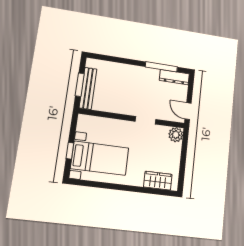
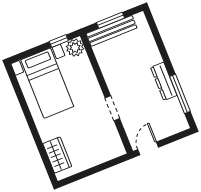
dresser: (174, 77) -> (164, 81), moved
plant: (176, 135) -> (75, 48), moved
window: (70, 151) -> (59, 41), moved

